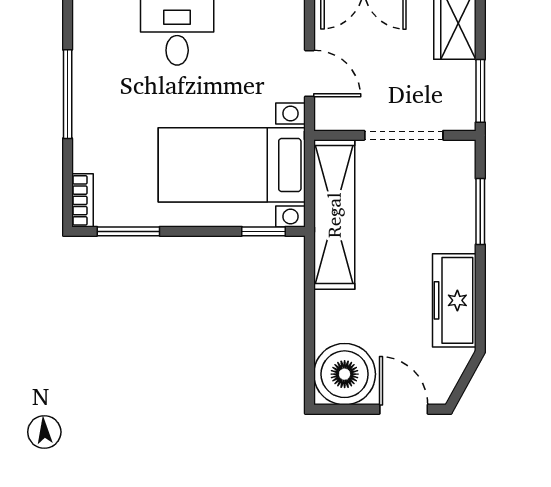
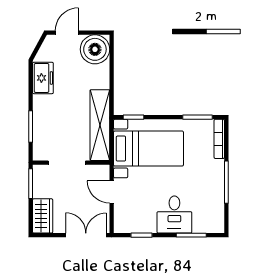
bookcase: (82, 200) -> (219, 139), width x1.56
freezer: (454, 300) -> (43, 78), width x0.71
door: (404, 409) -> (67, 33), swing flipped

